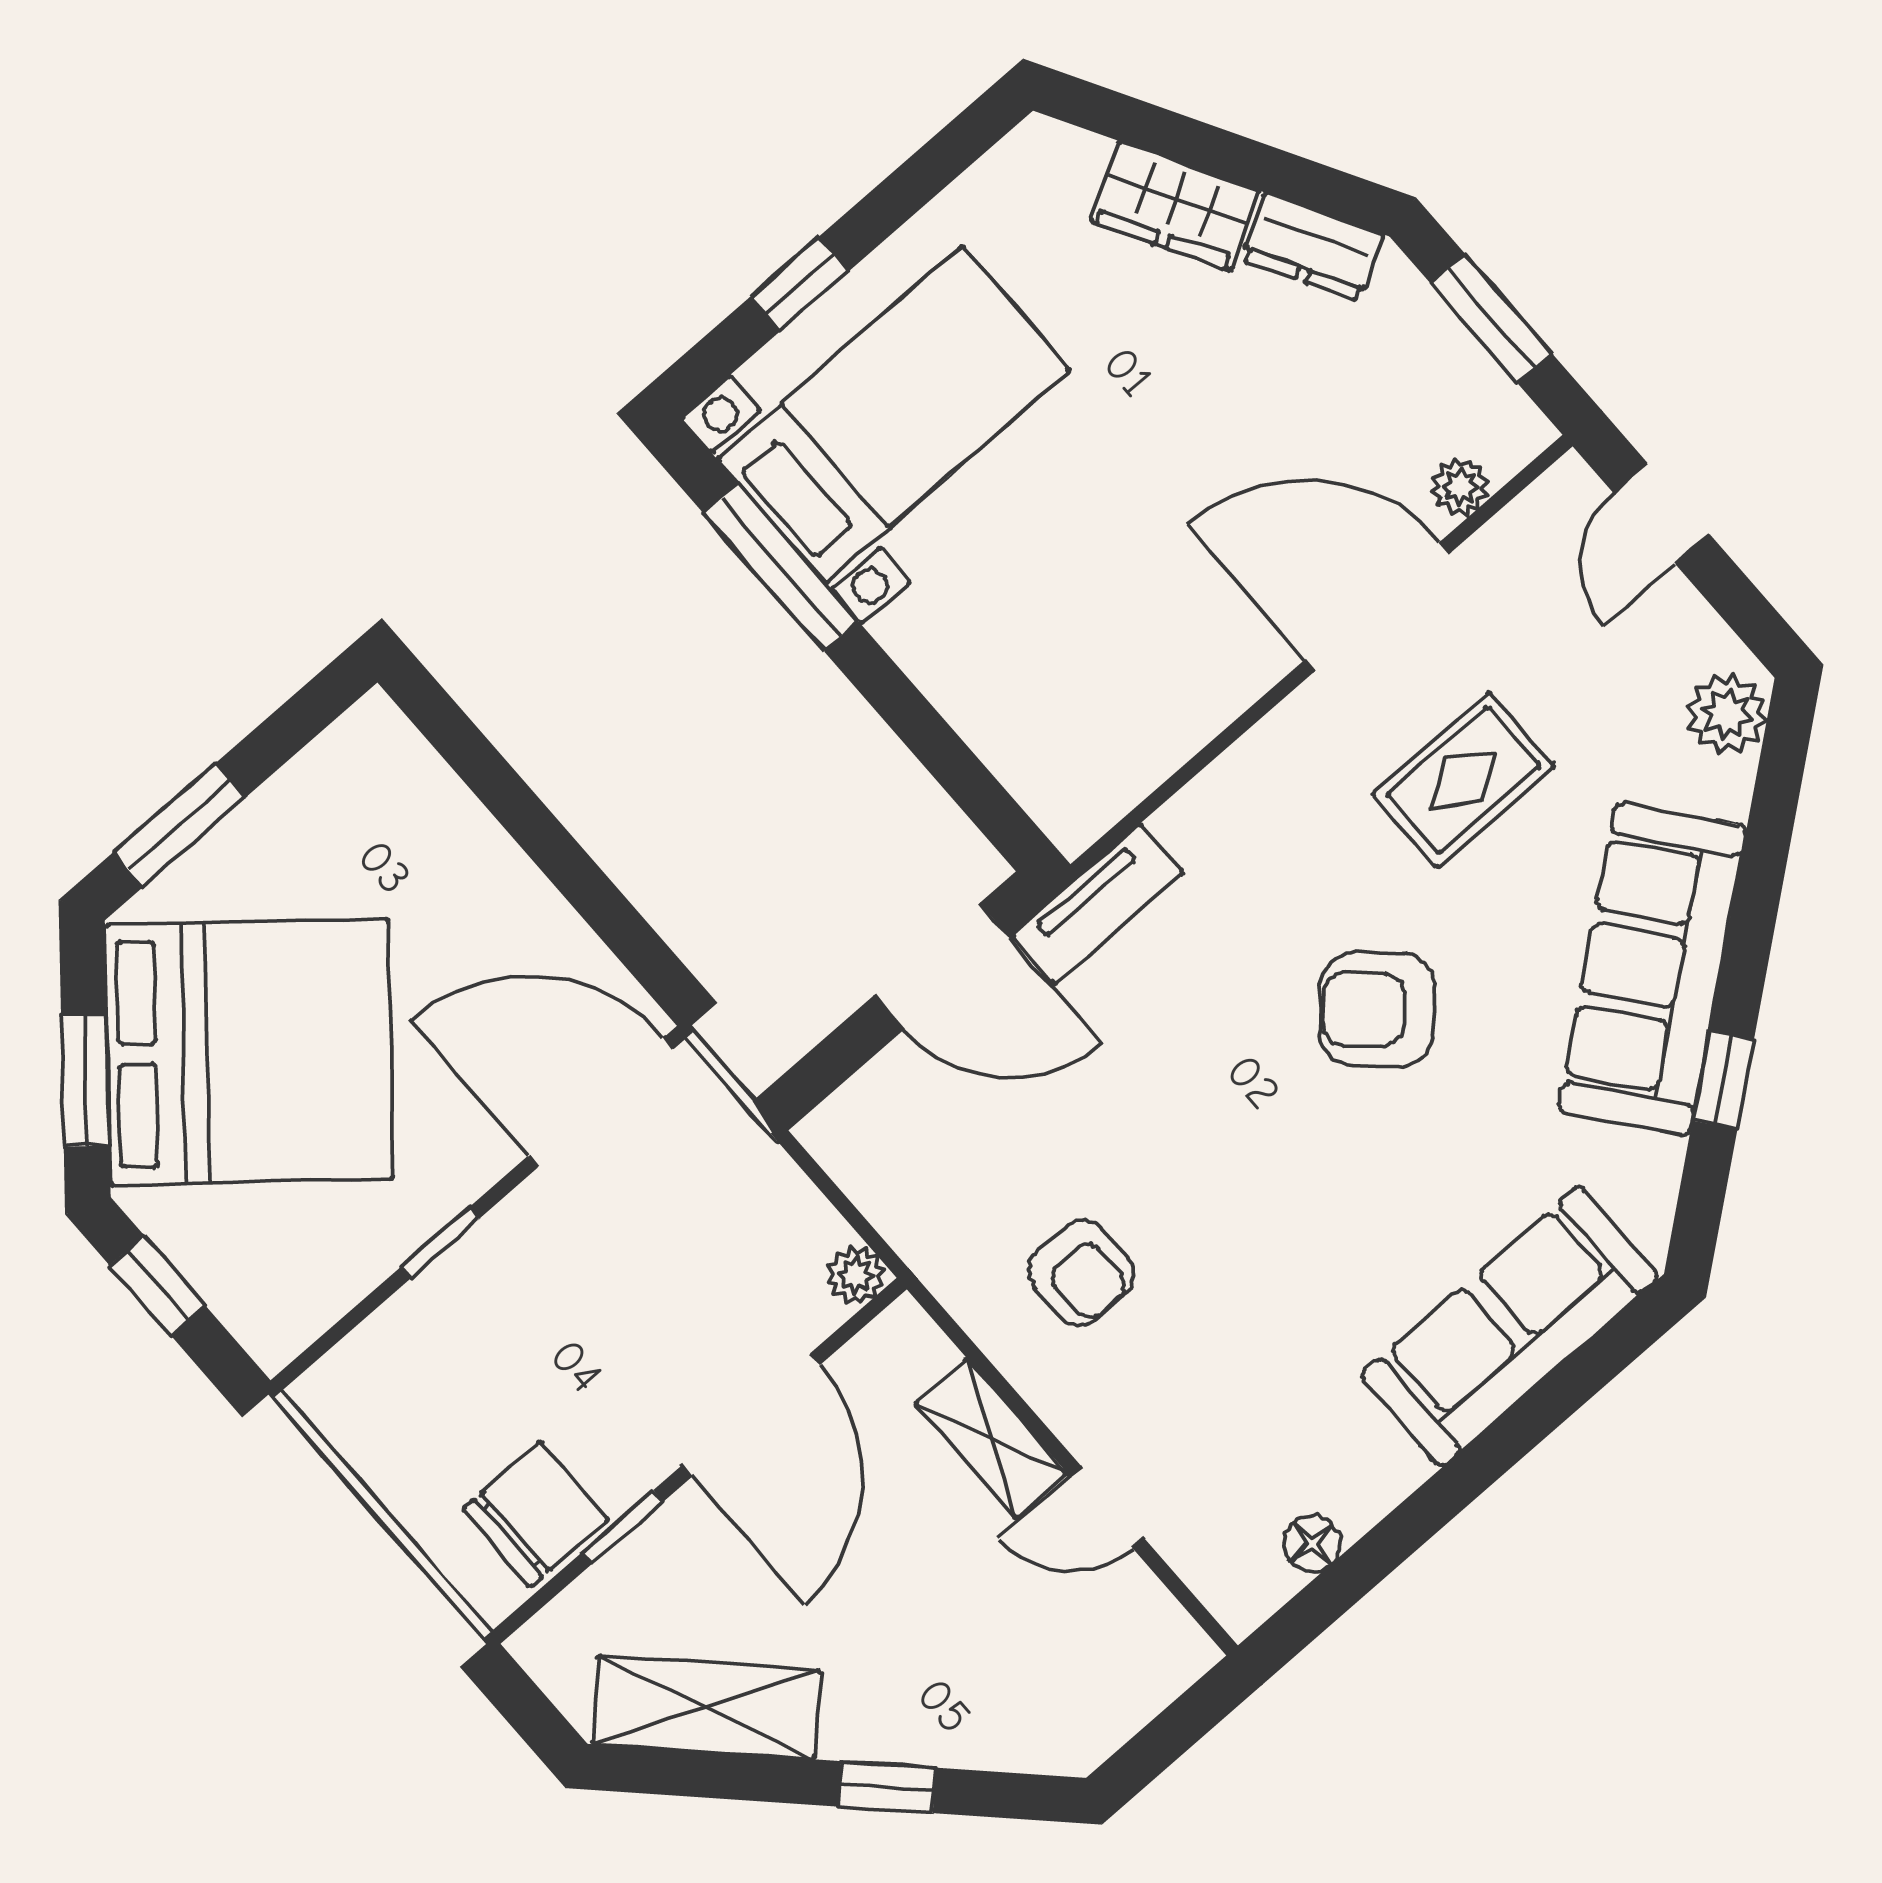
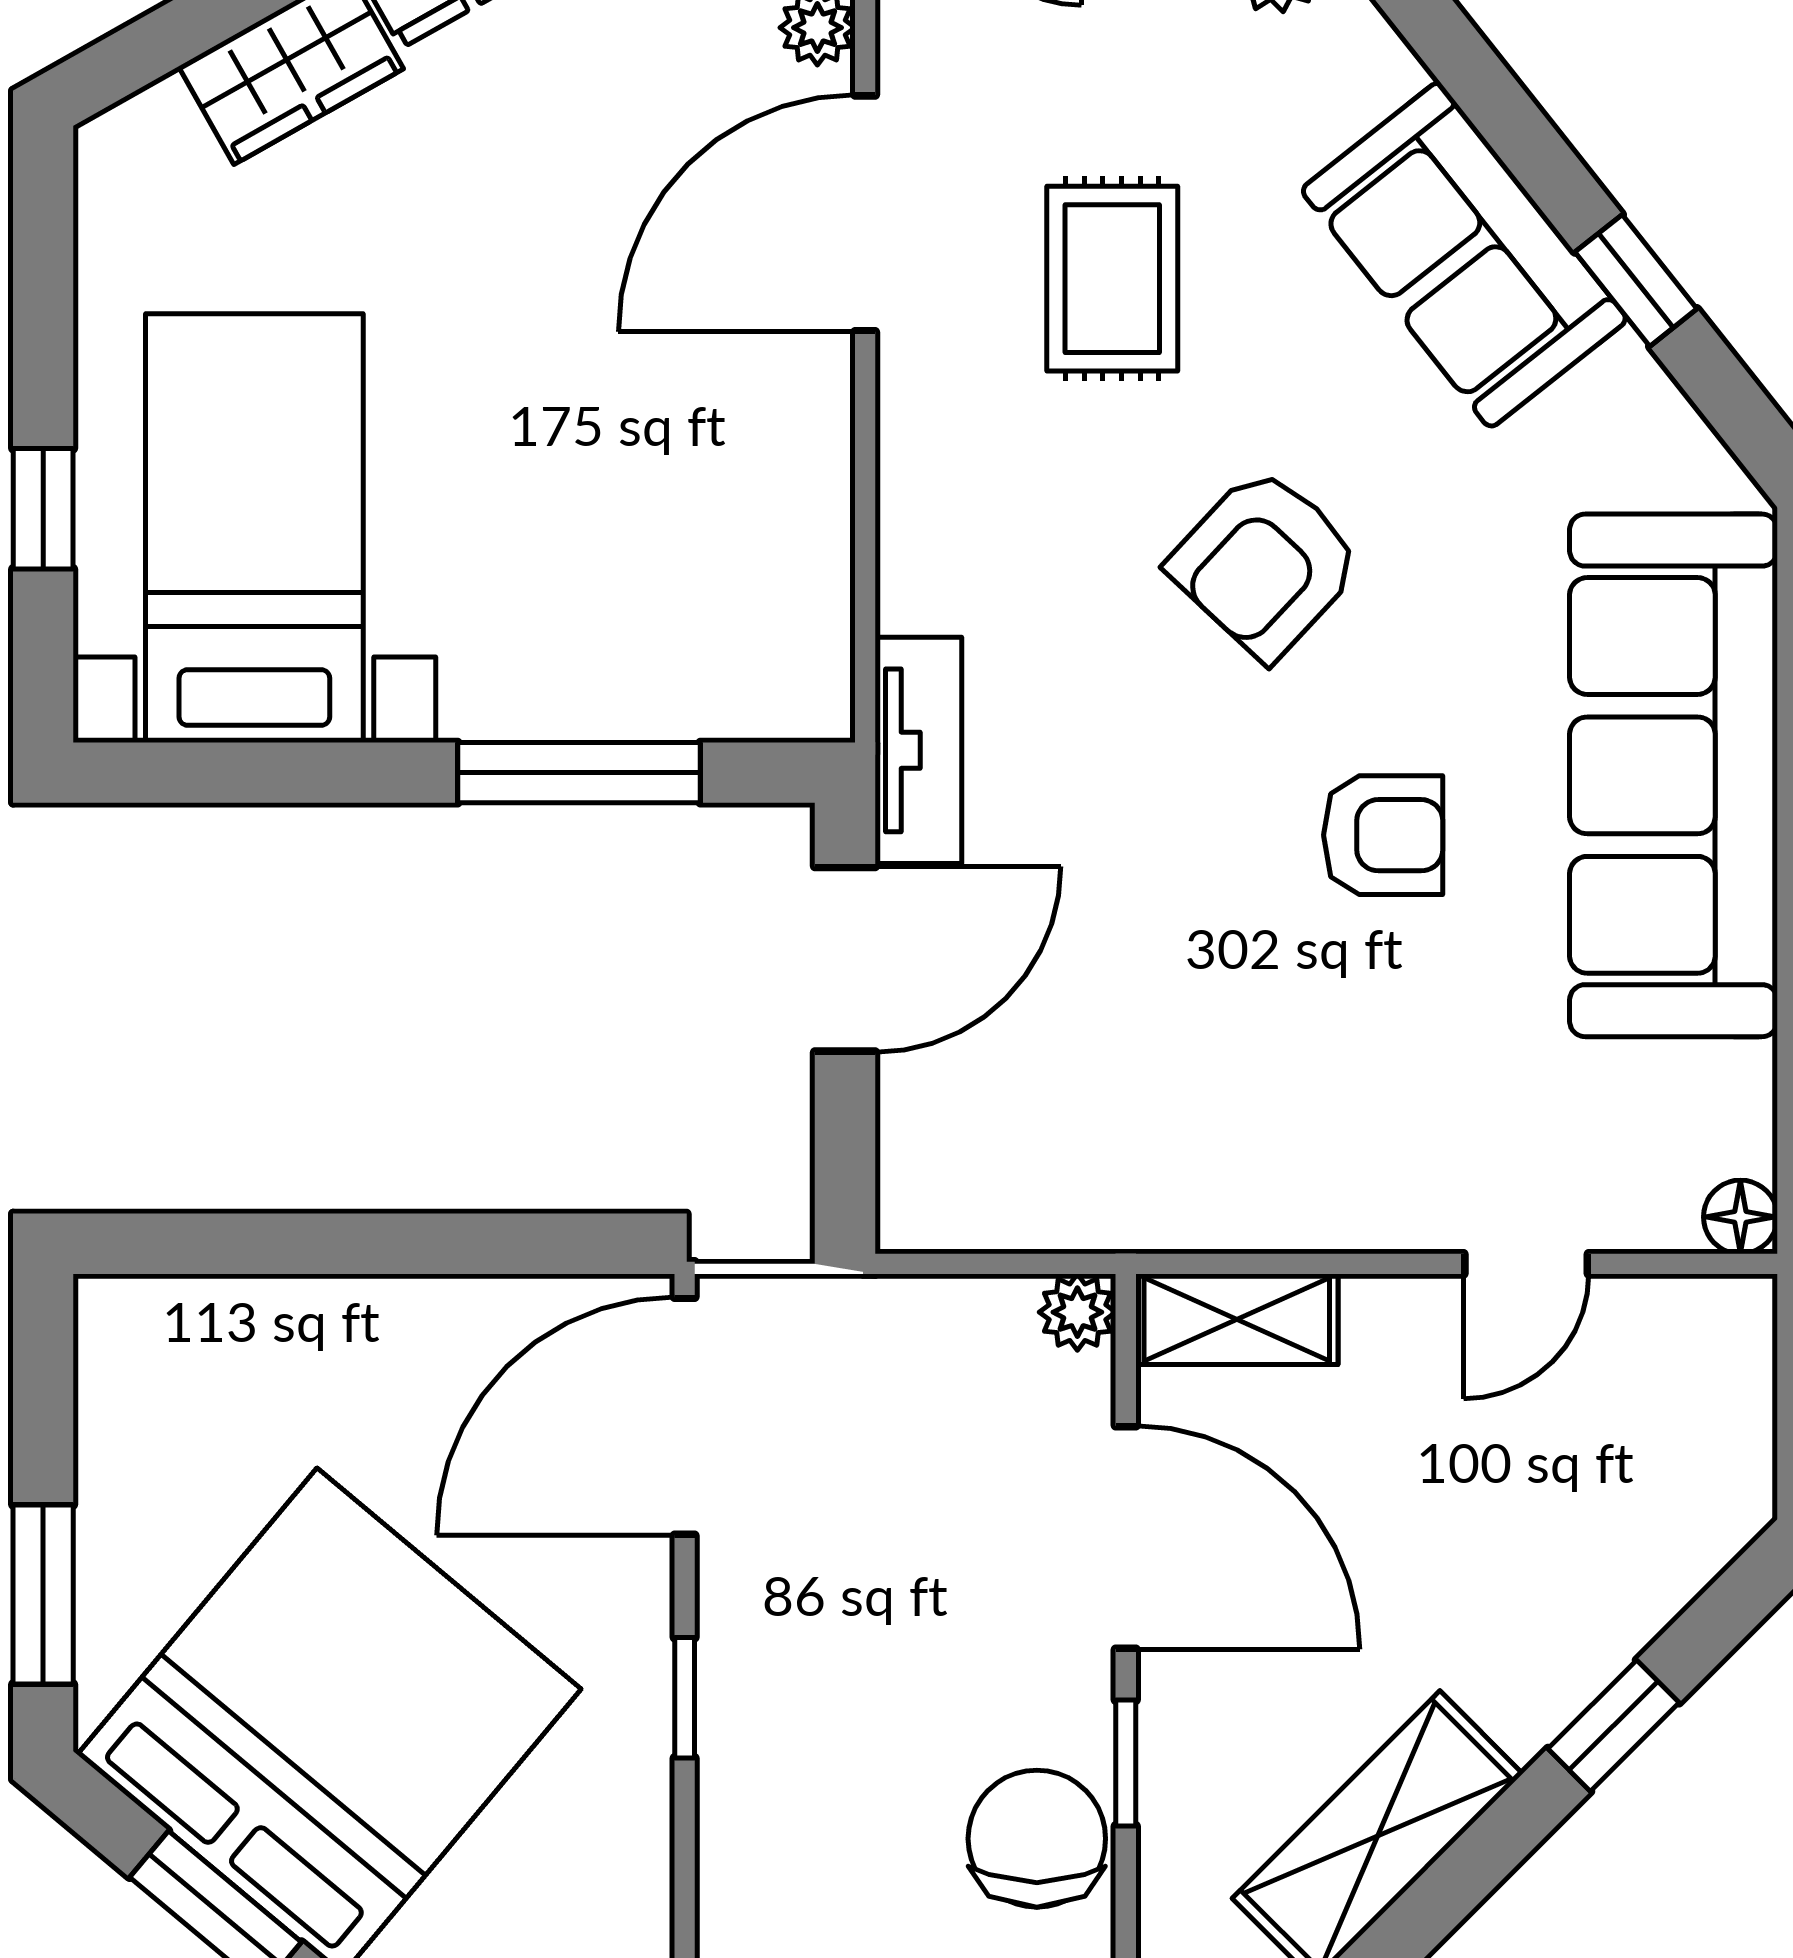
window: (781, 567) -> (579, 773), moved
sofa: (1652, 969) -> (1464, 255), width x0.73
armchair: (1081, 1273) -> (1383, 835), moved
sofa: (1510, 1326) -> (1674, 775), width x1.36, depth x1.27
shelving: (991, 1439) -> (1237, 1319), moved
floor lamp: (1312, 1544) -> (1740, 1217), moved

